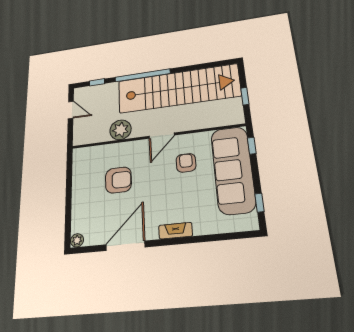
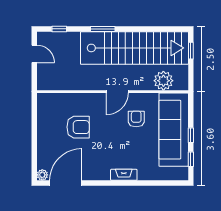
window: (142, 75) -> (103, 29), width x0.47
window: (245, 96) -> (191, 51), moved
plant: (120, 130) -> (163, 81), moved
window: (252, 146) -> (191, 135), moved
door: (125, 246) -> (66, 183), moved

